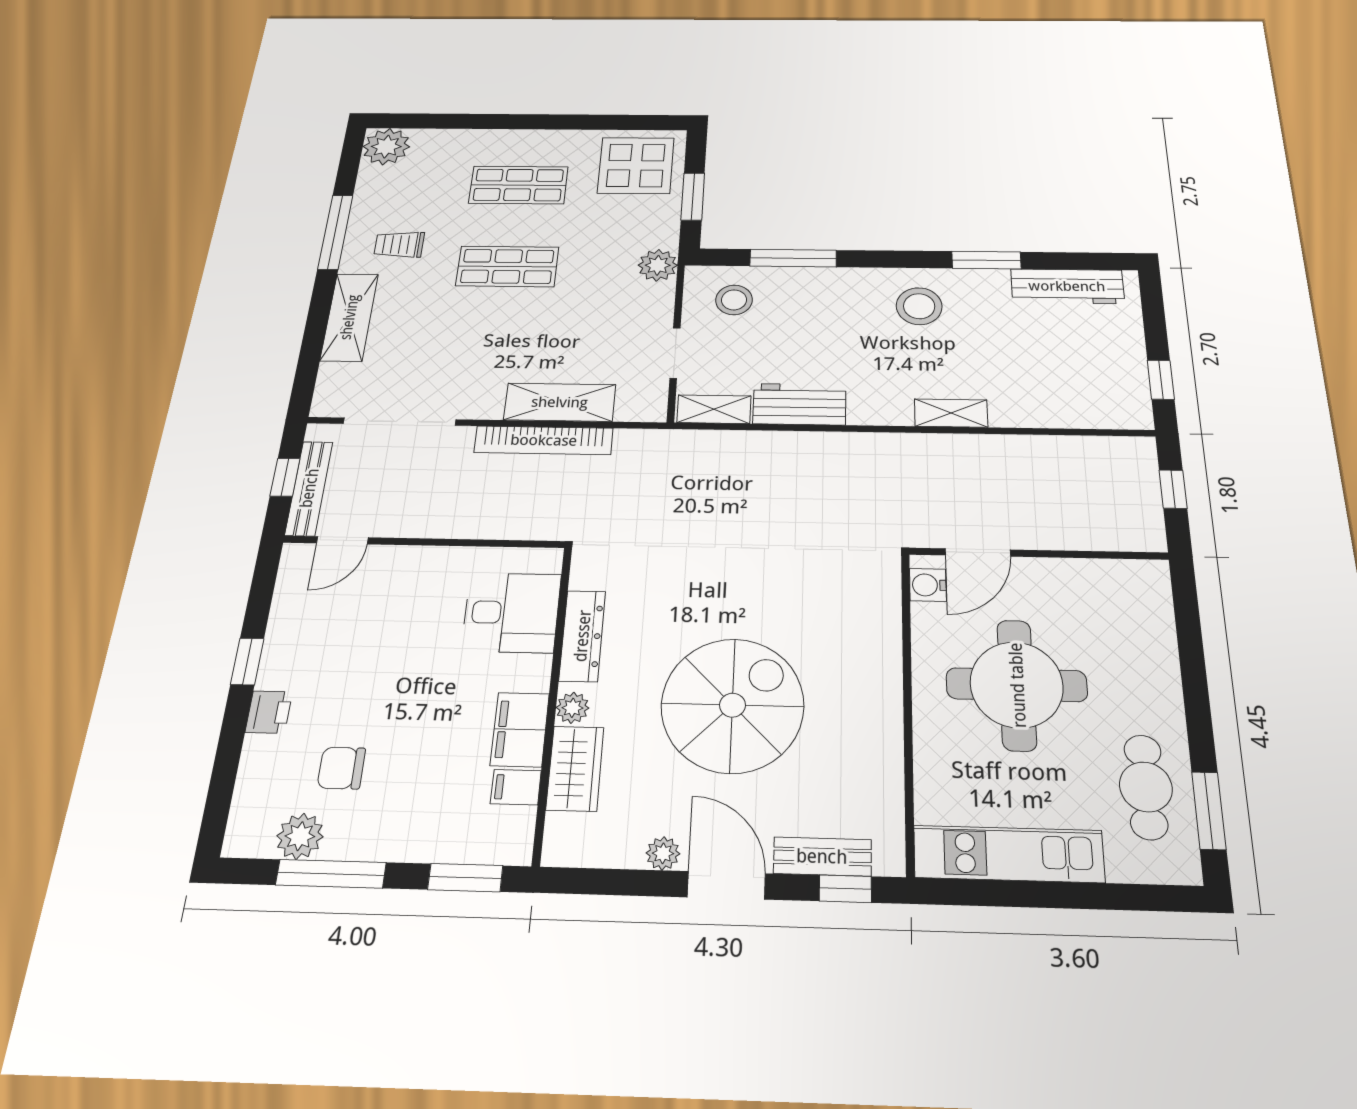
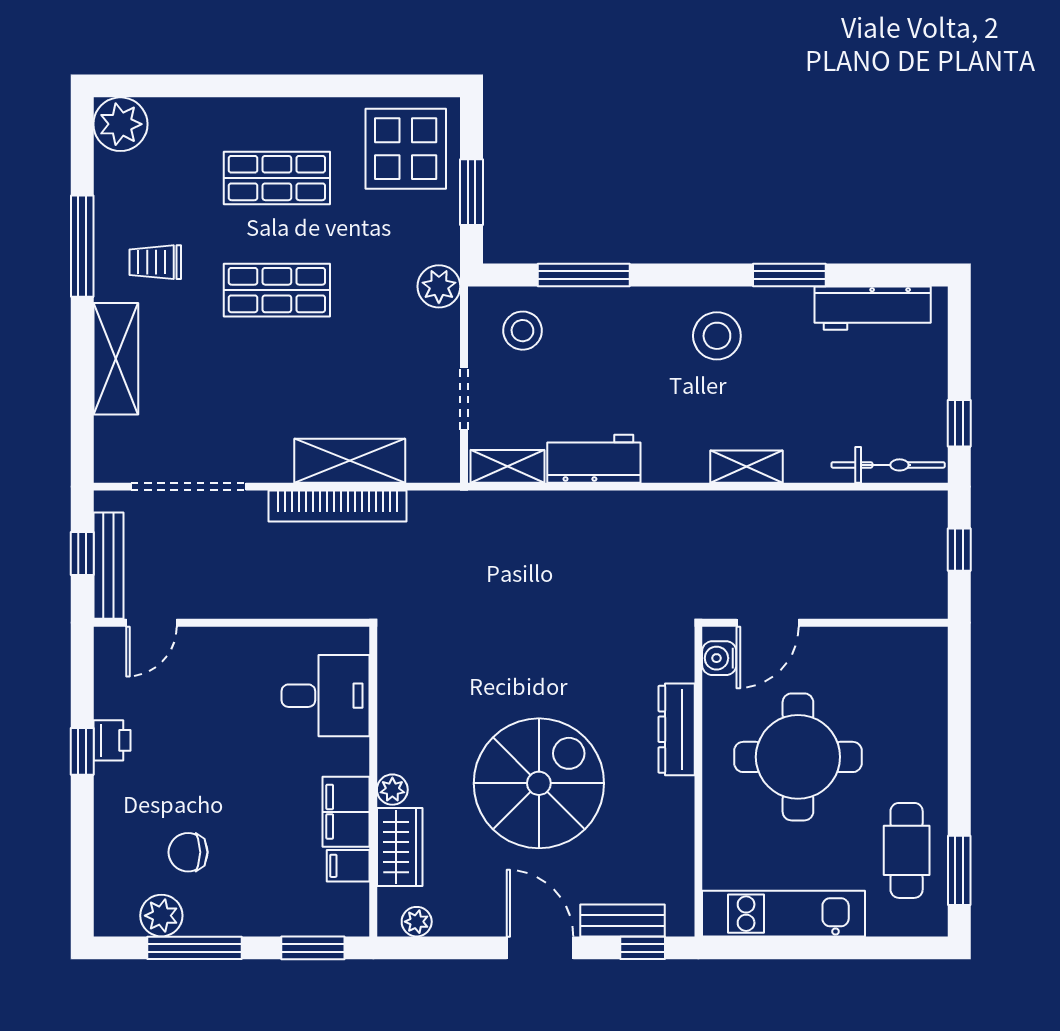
bicycle: (1093, 414) -> (888, 465), added
dresser: (582, 636) -> (677, 729), moved, turned 180
printer: (269, 712) -> (112, 740), moved
plant: (663, 853) -> (417, 922), moved

